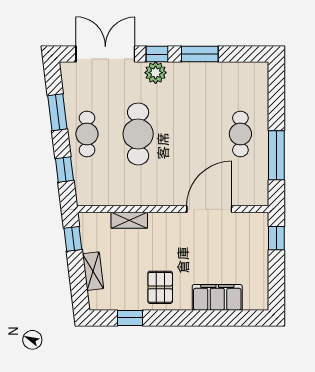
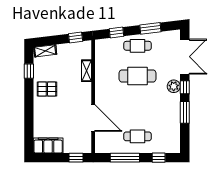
window: (276, 98) -> (159, 158), added
shelving: (93, 271) -> (45, 51), moved
filing cabinet: (217, 297) -> (48, 145), moved, turned -90

